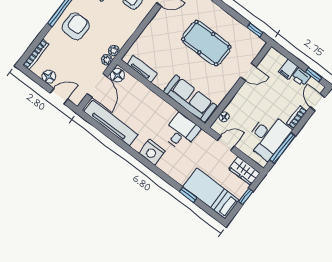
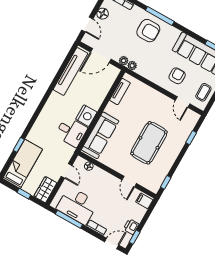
filing cabinet: (288, 69) -> (144, 201), moved
floor lamp: (117, 75) -> (112, 71), removed
nightstand: (152, 152) -> (86, 116), moved, turned 180

